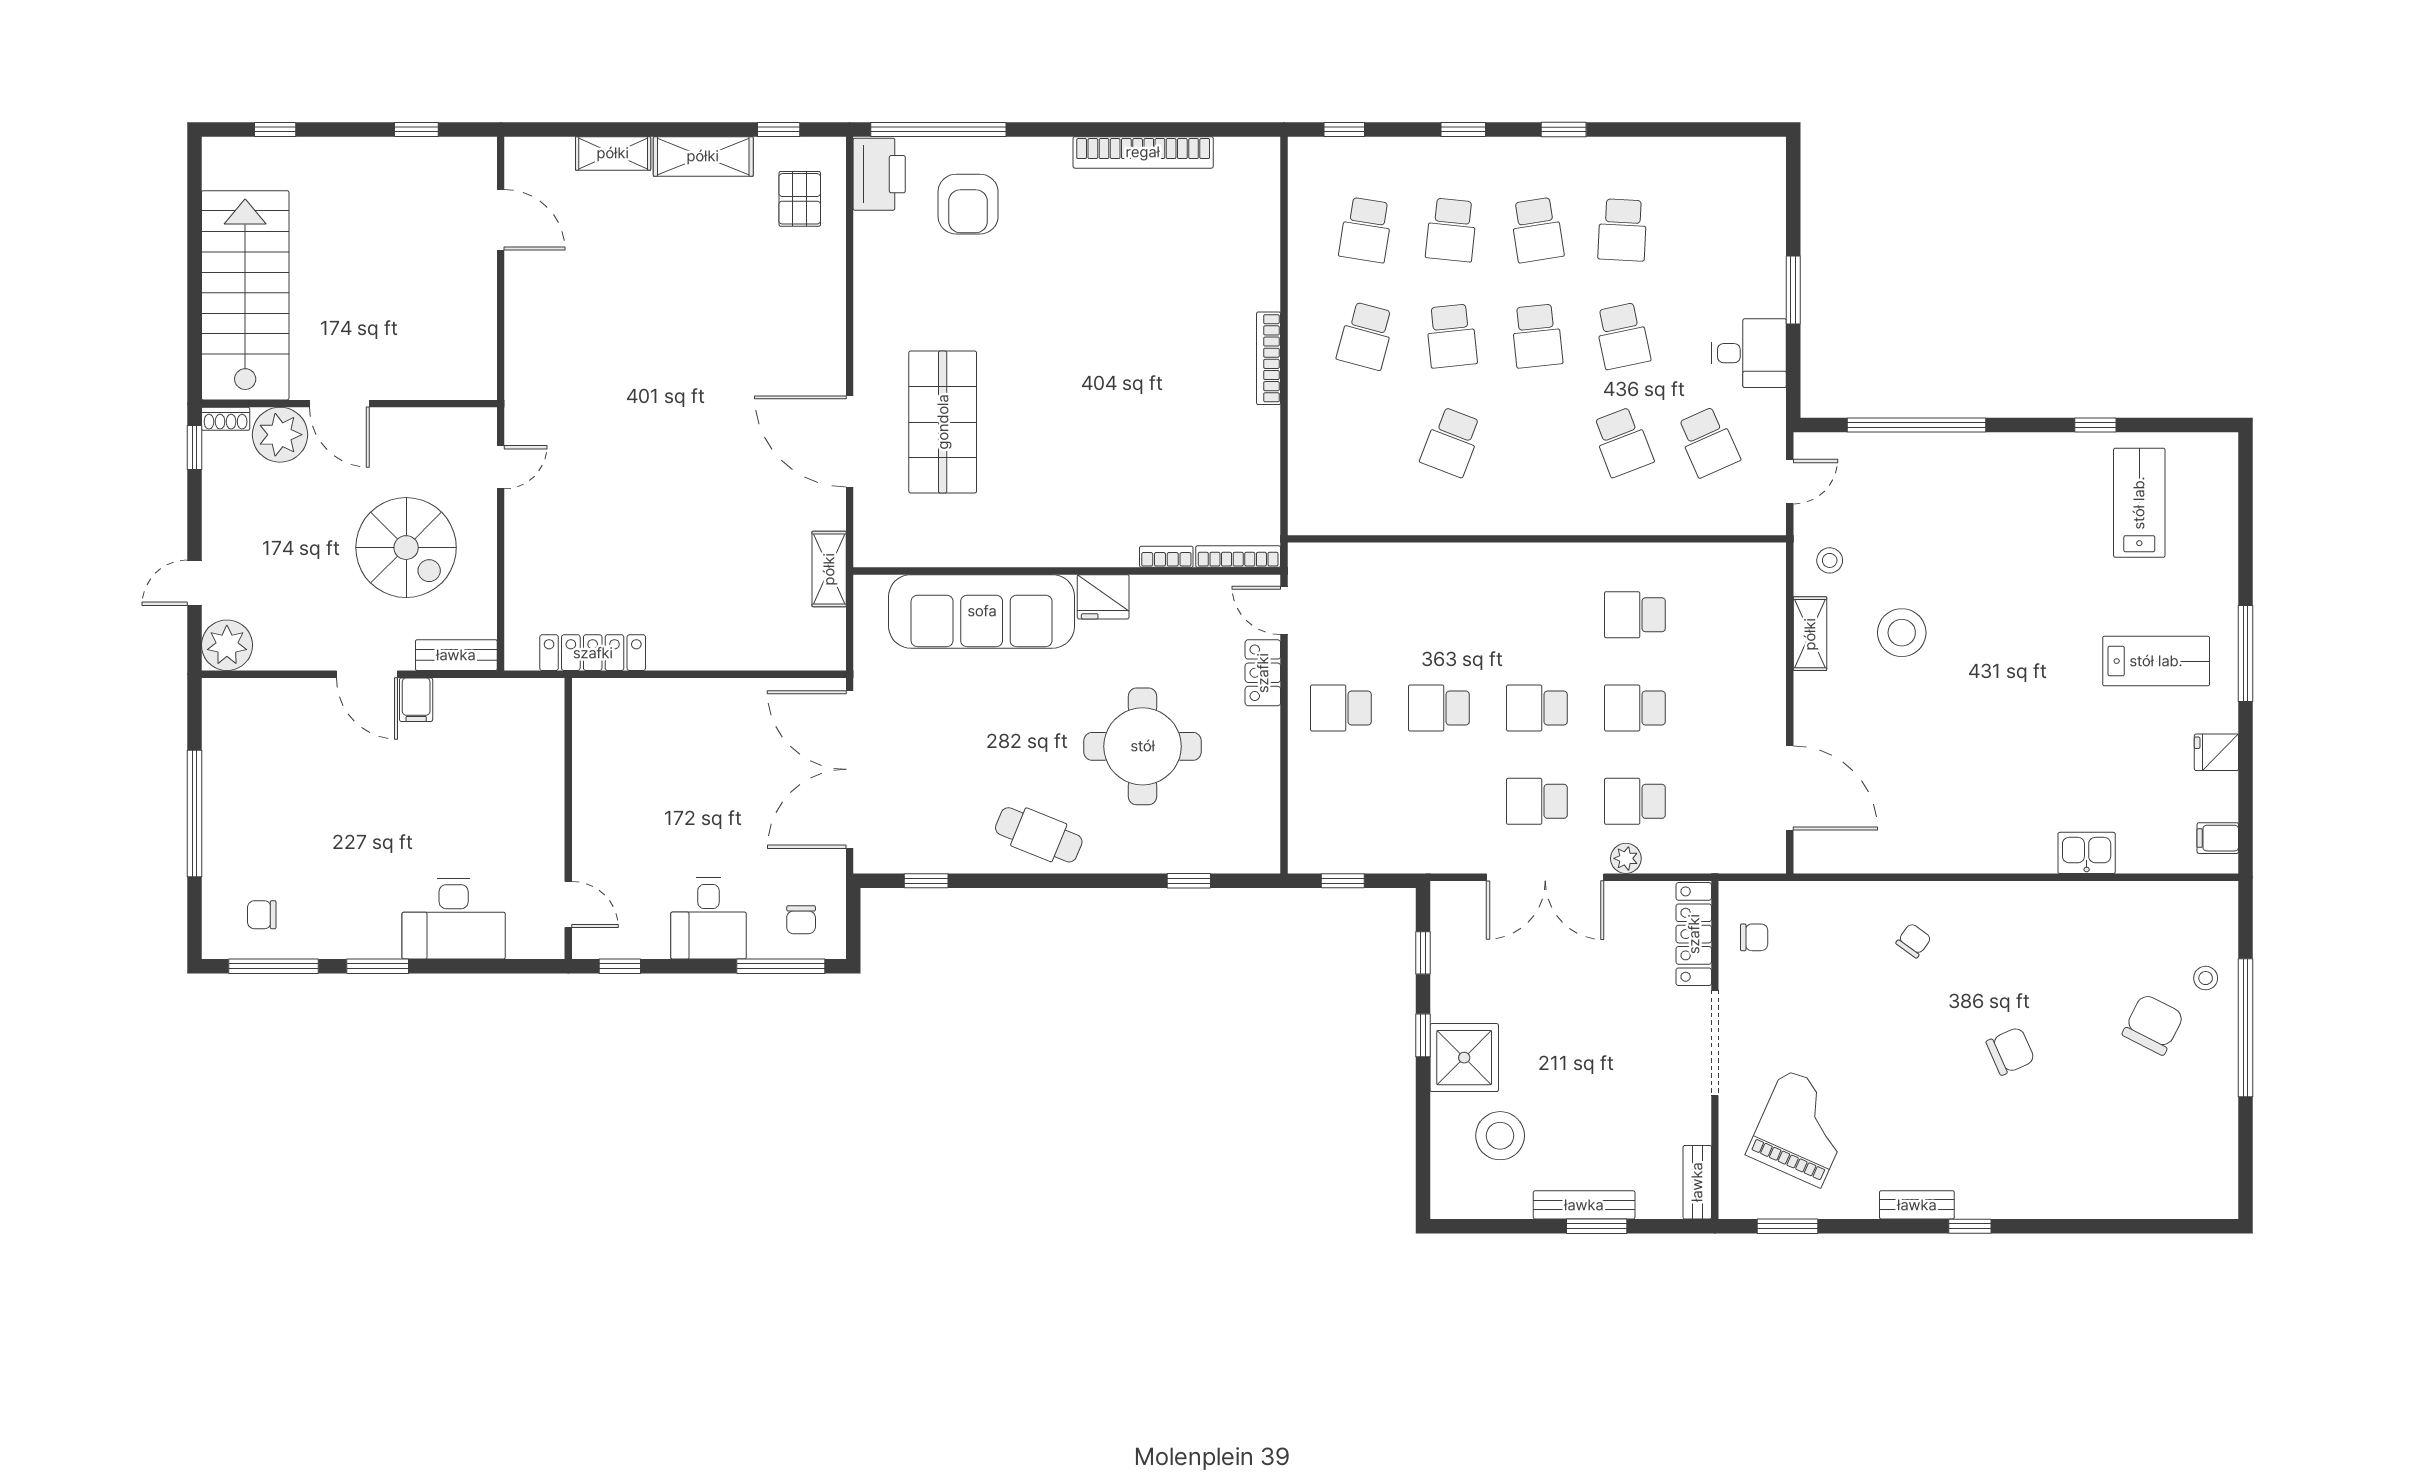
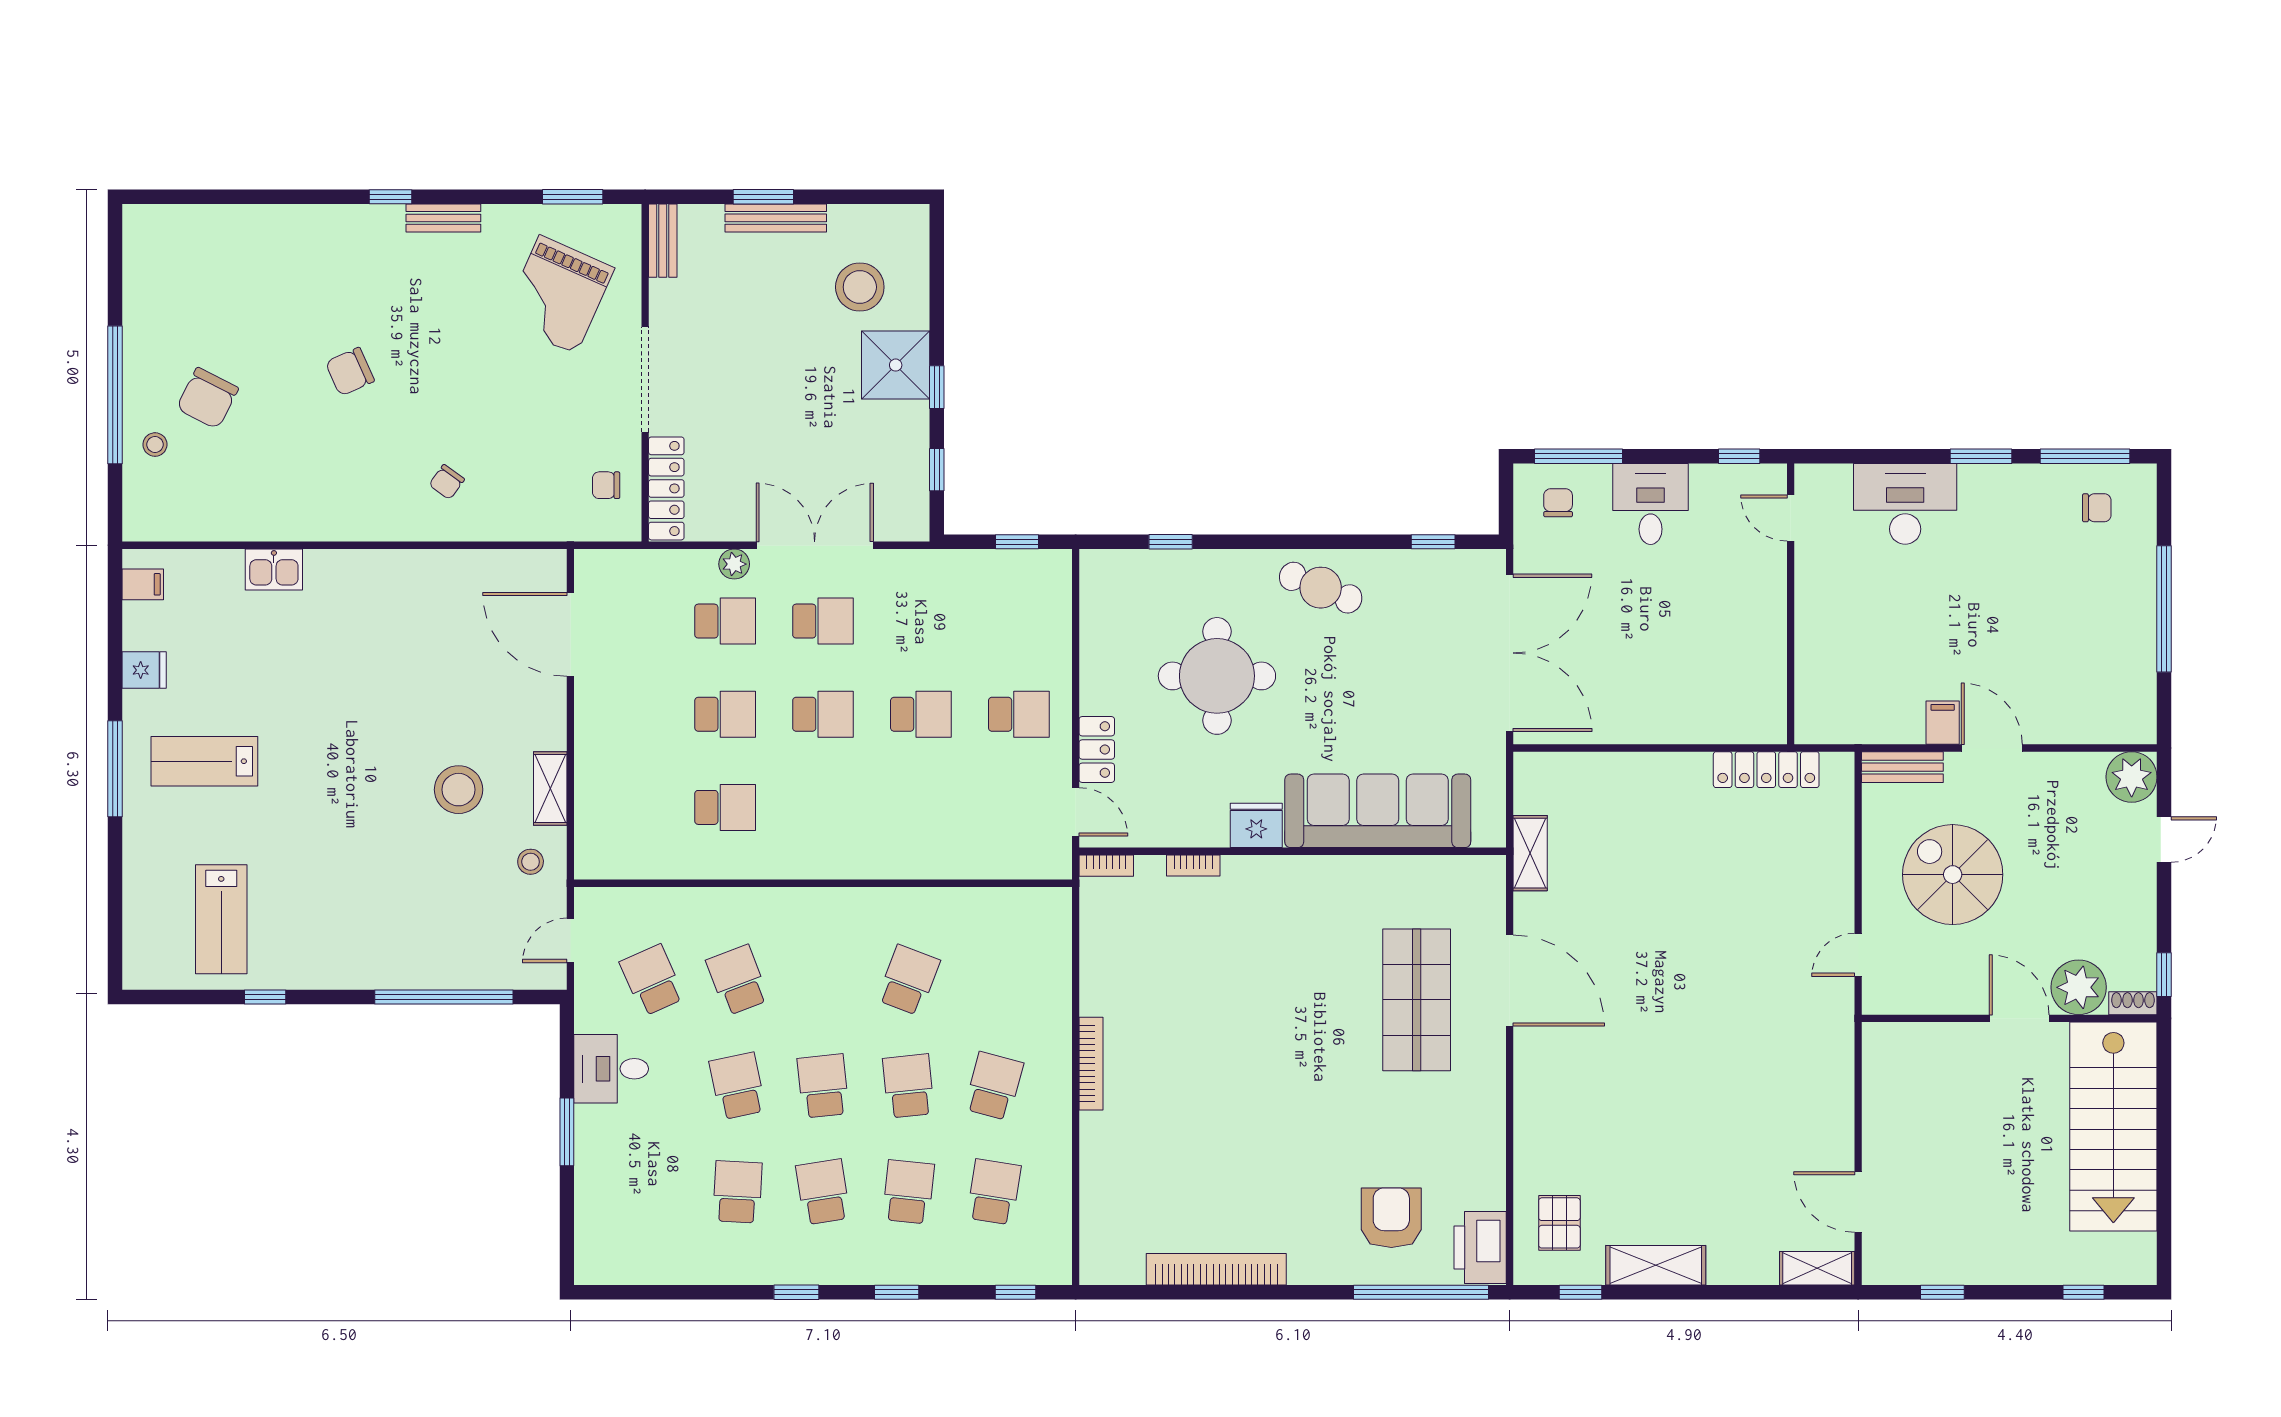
shelving: (613, 153) -> (1817, 1268), moved
bookcase: (1238, 557) -> (1106, 866), width x0.64

